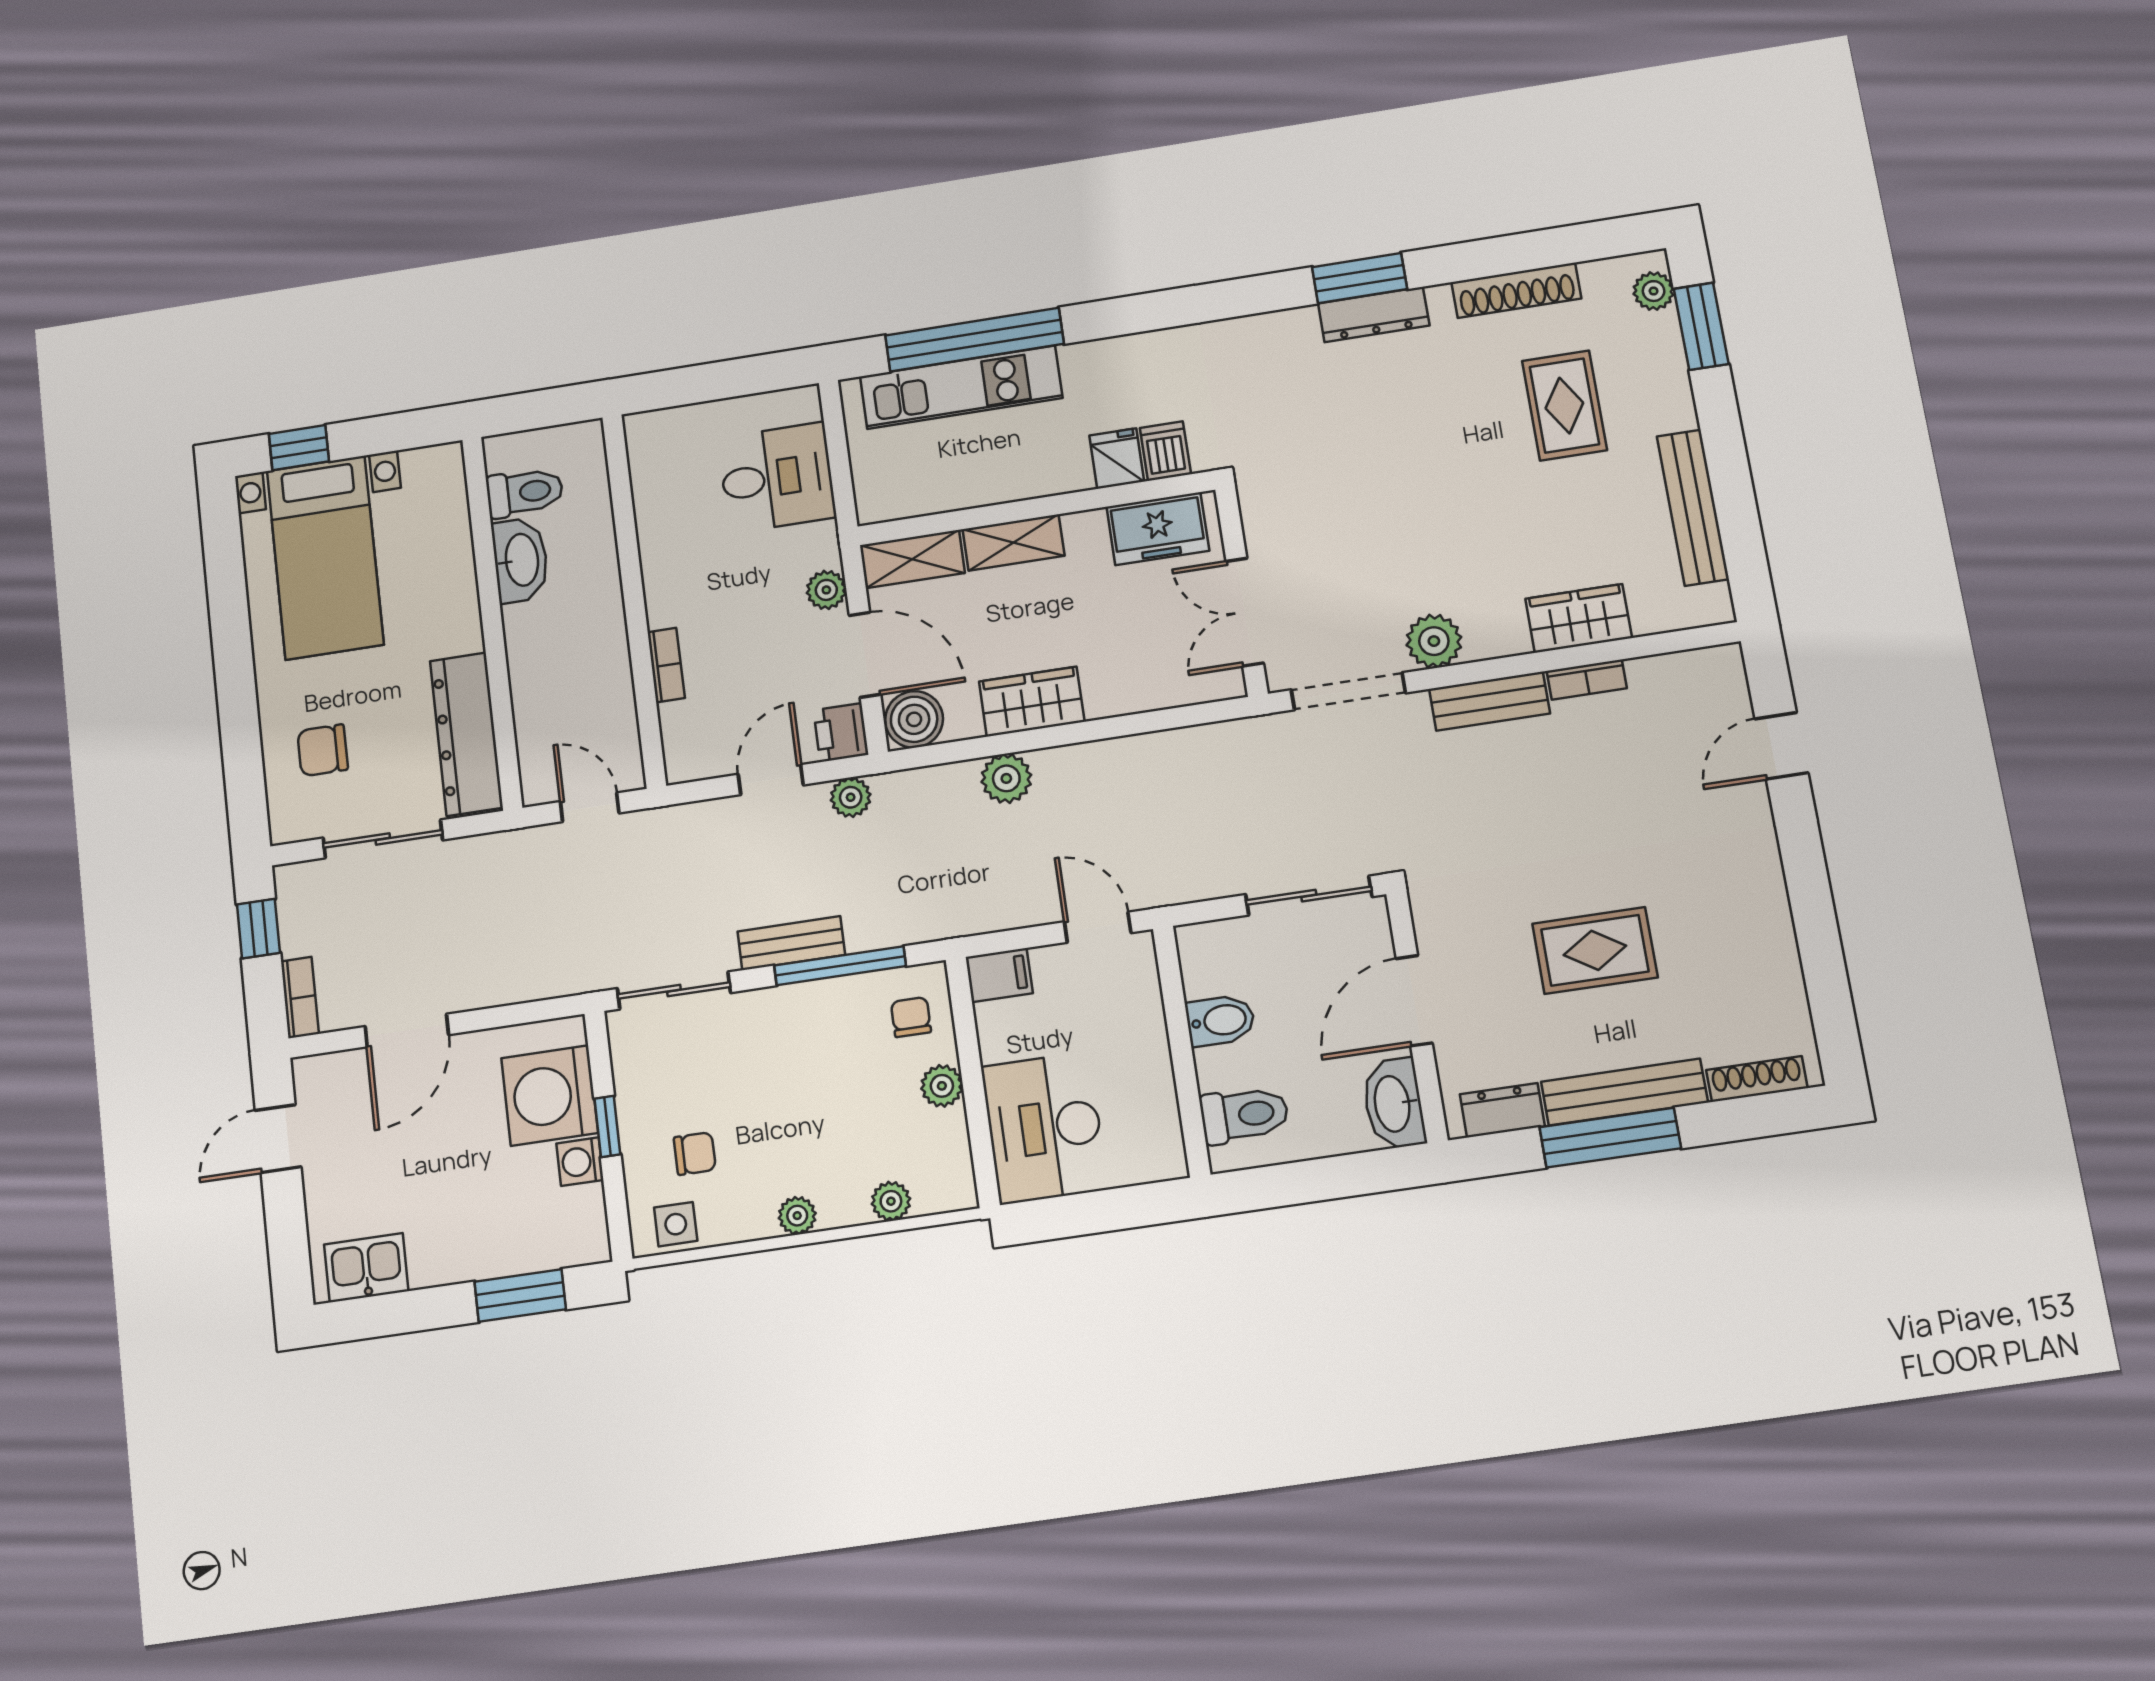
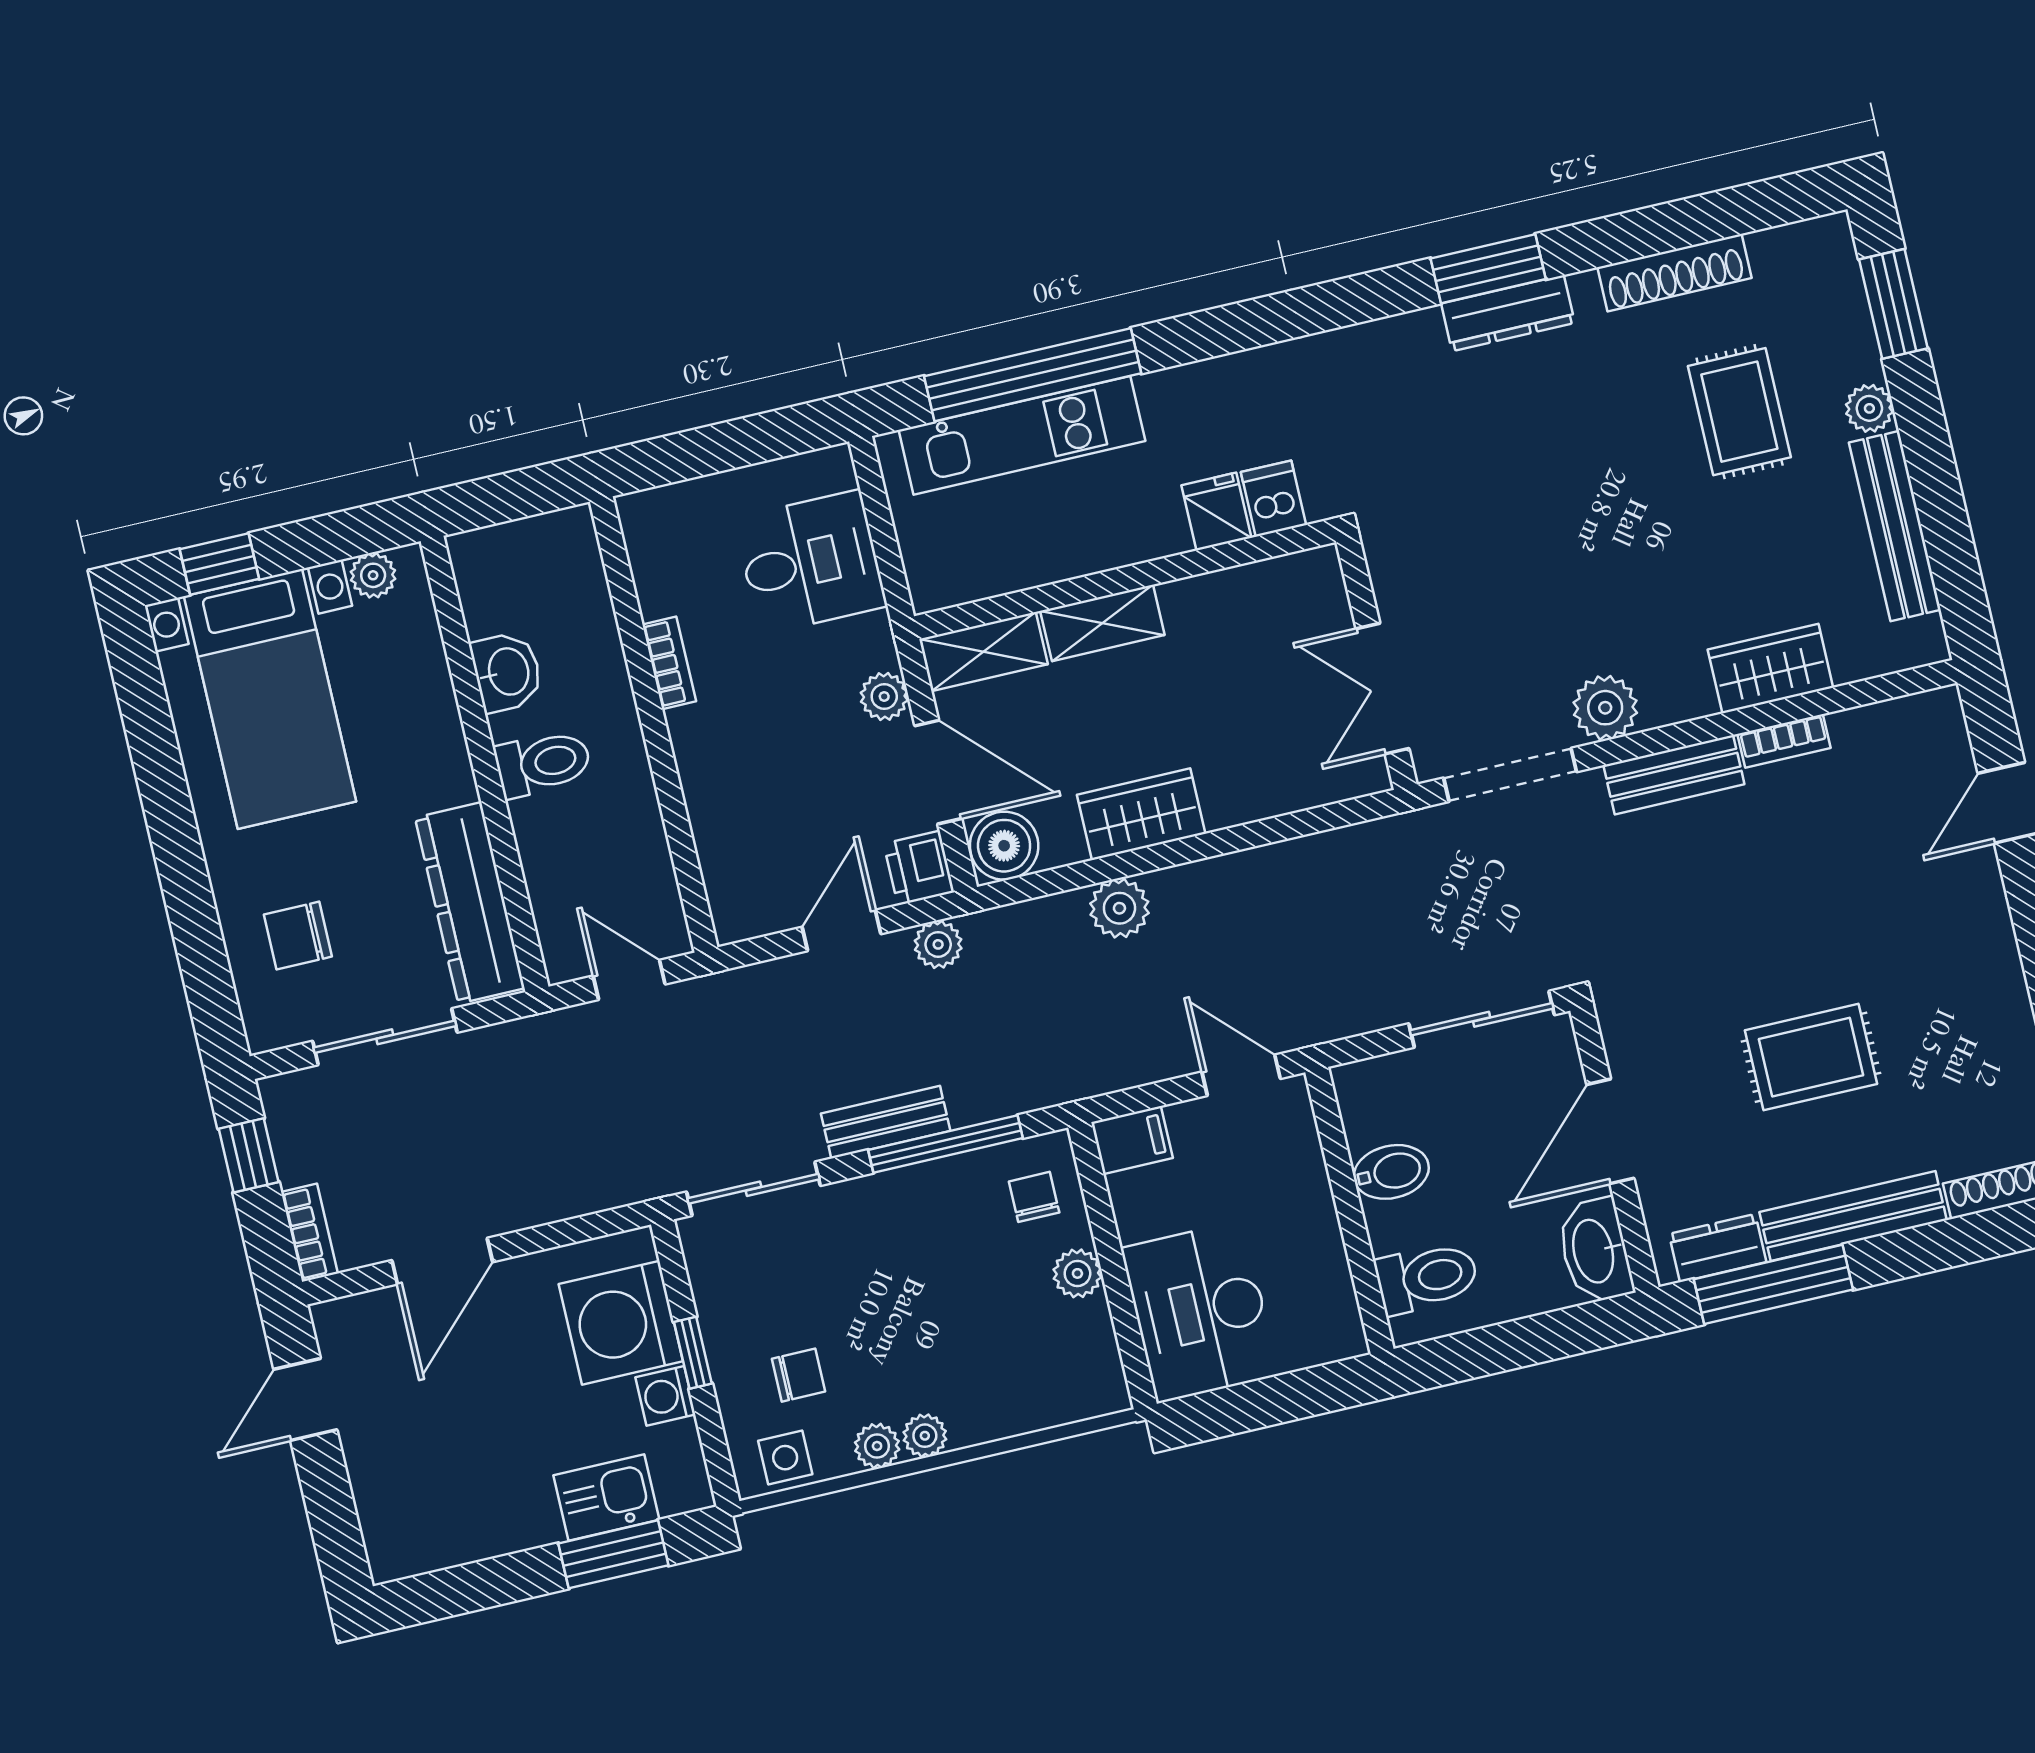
plant: (1654, 291) -> (1869, 408), moved
plant: (421, 465) -> (373, 575), added
toilet: (525, 492) -> (543, 763), moved
freezer: (1158, 529) -> (1272, 594), removed
washbasin: (520, 560) -> (507, 672), width x0.72
bookcase: (666, 665) -> (669, 663), moved
window: (1610, 1138) -> (1773, 1284), moved
plant: (891, 1201) -> (877, 1446), moved
kitchen sink: (366, 1268) -> (606, 1497), moved

